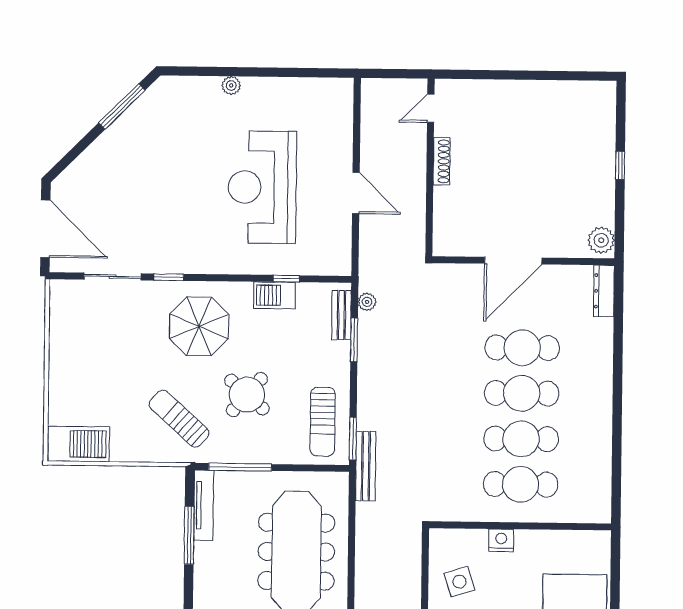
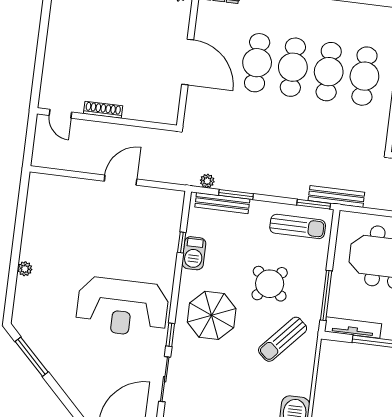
reception desk: (262, 187) -> (122, 307), moved
bench: (341, 315) -> (222, 203), width x1.36

